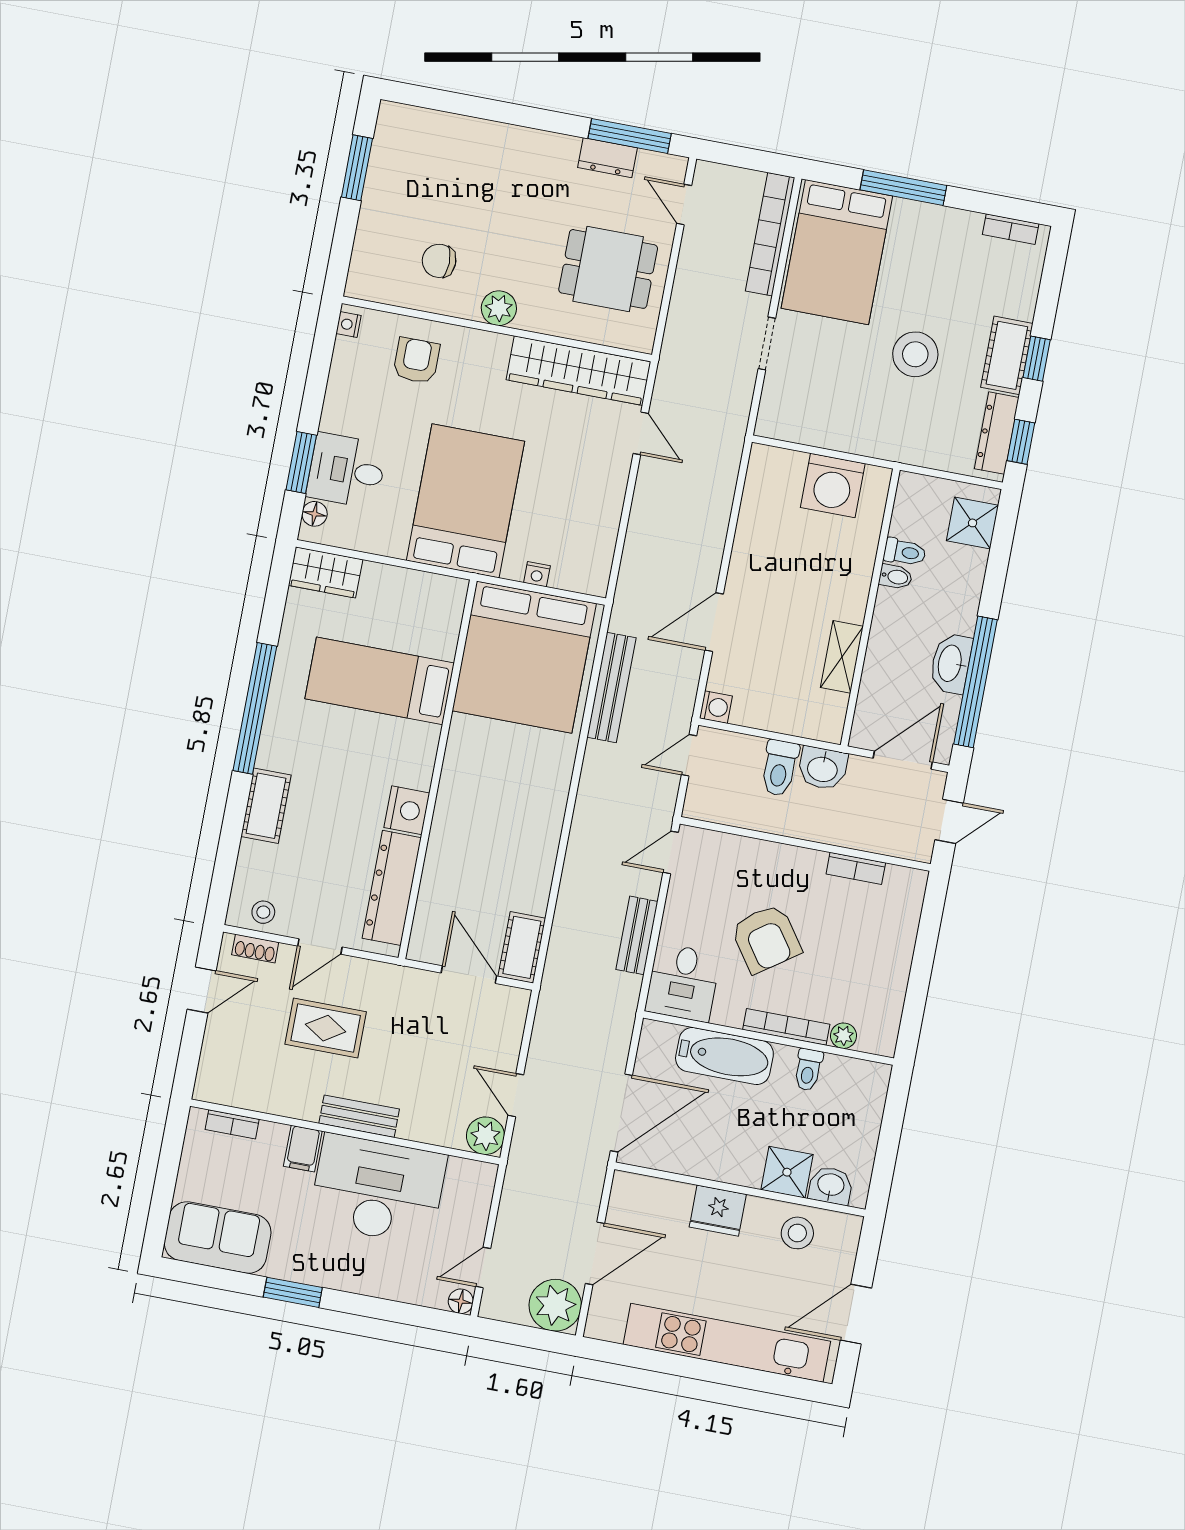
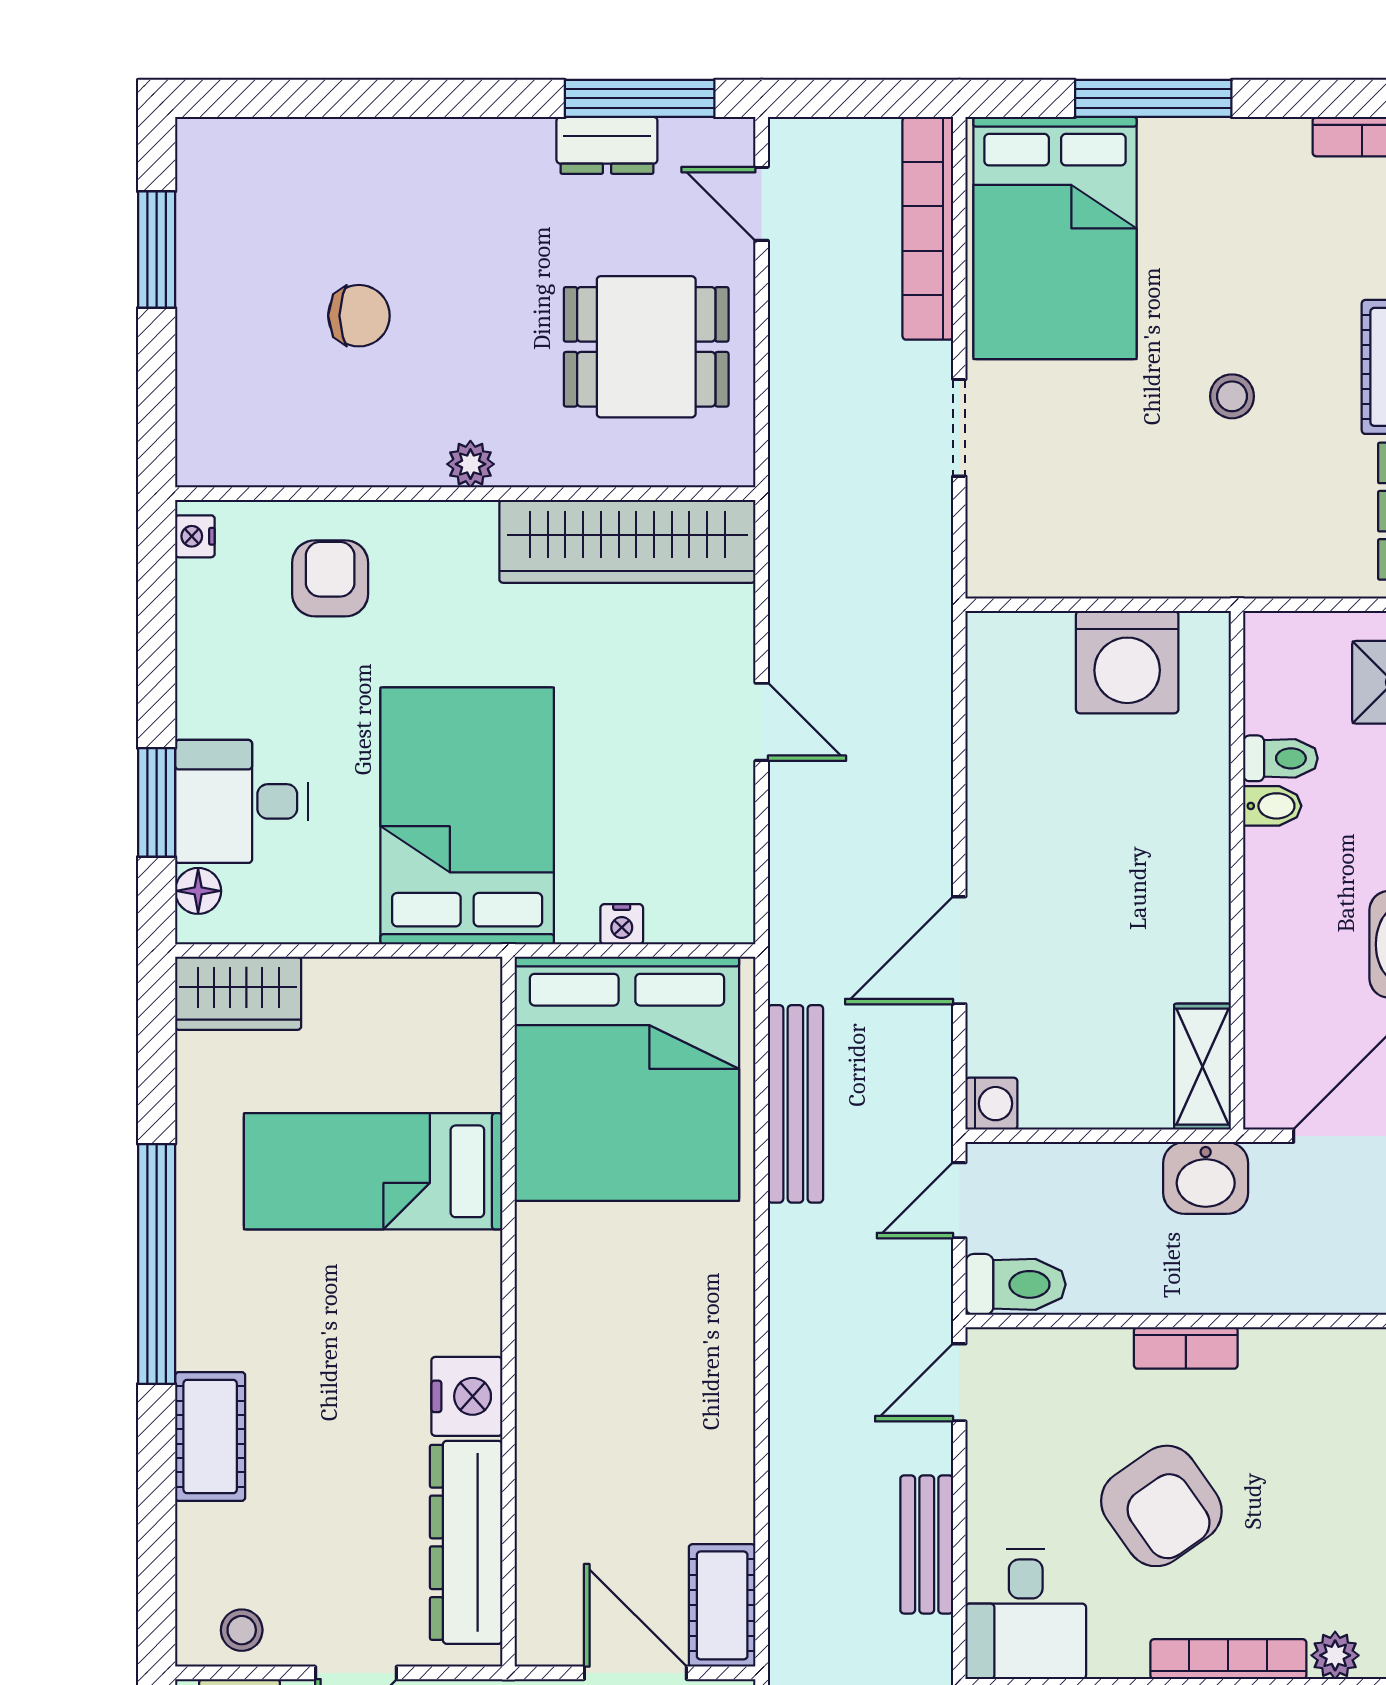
chair: (439, 261) -> (359, 316), moved, turned 180
plant: (499, 308) -> (470, 464), width x0.73, depth x0.73
stool: (915, 354) -> (1232, 396), width x0.53, depth x0.53
door: (641, 433) -> (762, 722), moved
shelving: (842, 657) -> (1203, 1067), moved
toilet: (780, 768) -> (1015, 1284), moved, turned -90
bookcase: (856, 868) -> (1186, 1348), moved

